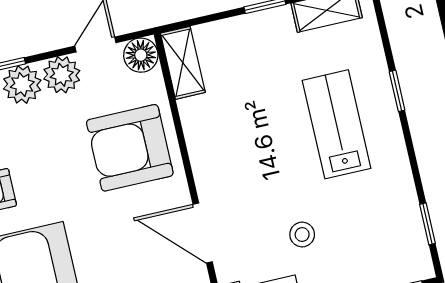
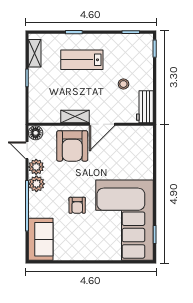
shelving: (183, 63) -> (75, 117), moved
door: (203, 233) -> (102, 124), moved

